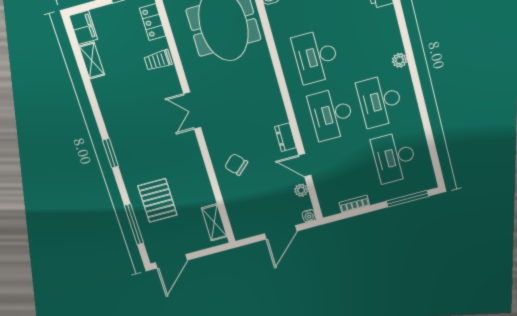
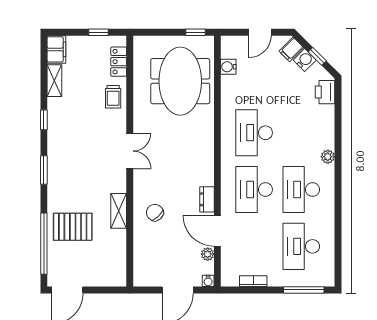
trolley: (158, 60) -> (113, 97), turned -89
window: (94, 104) -> (44, 120), added
double door: (192, 111) -> (130, 151), swing flipped
door: (305, 165) -> (217, 231), width x1.38
pallet: (157, 200) -> (73, 227), turned 90
shelving: (214, 222) -> (119, 211), moved
window: (134, 224) -> (44, 244), width x1.46

